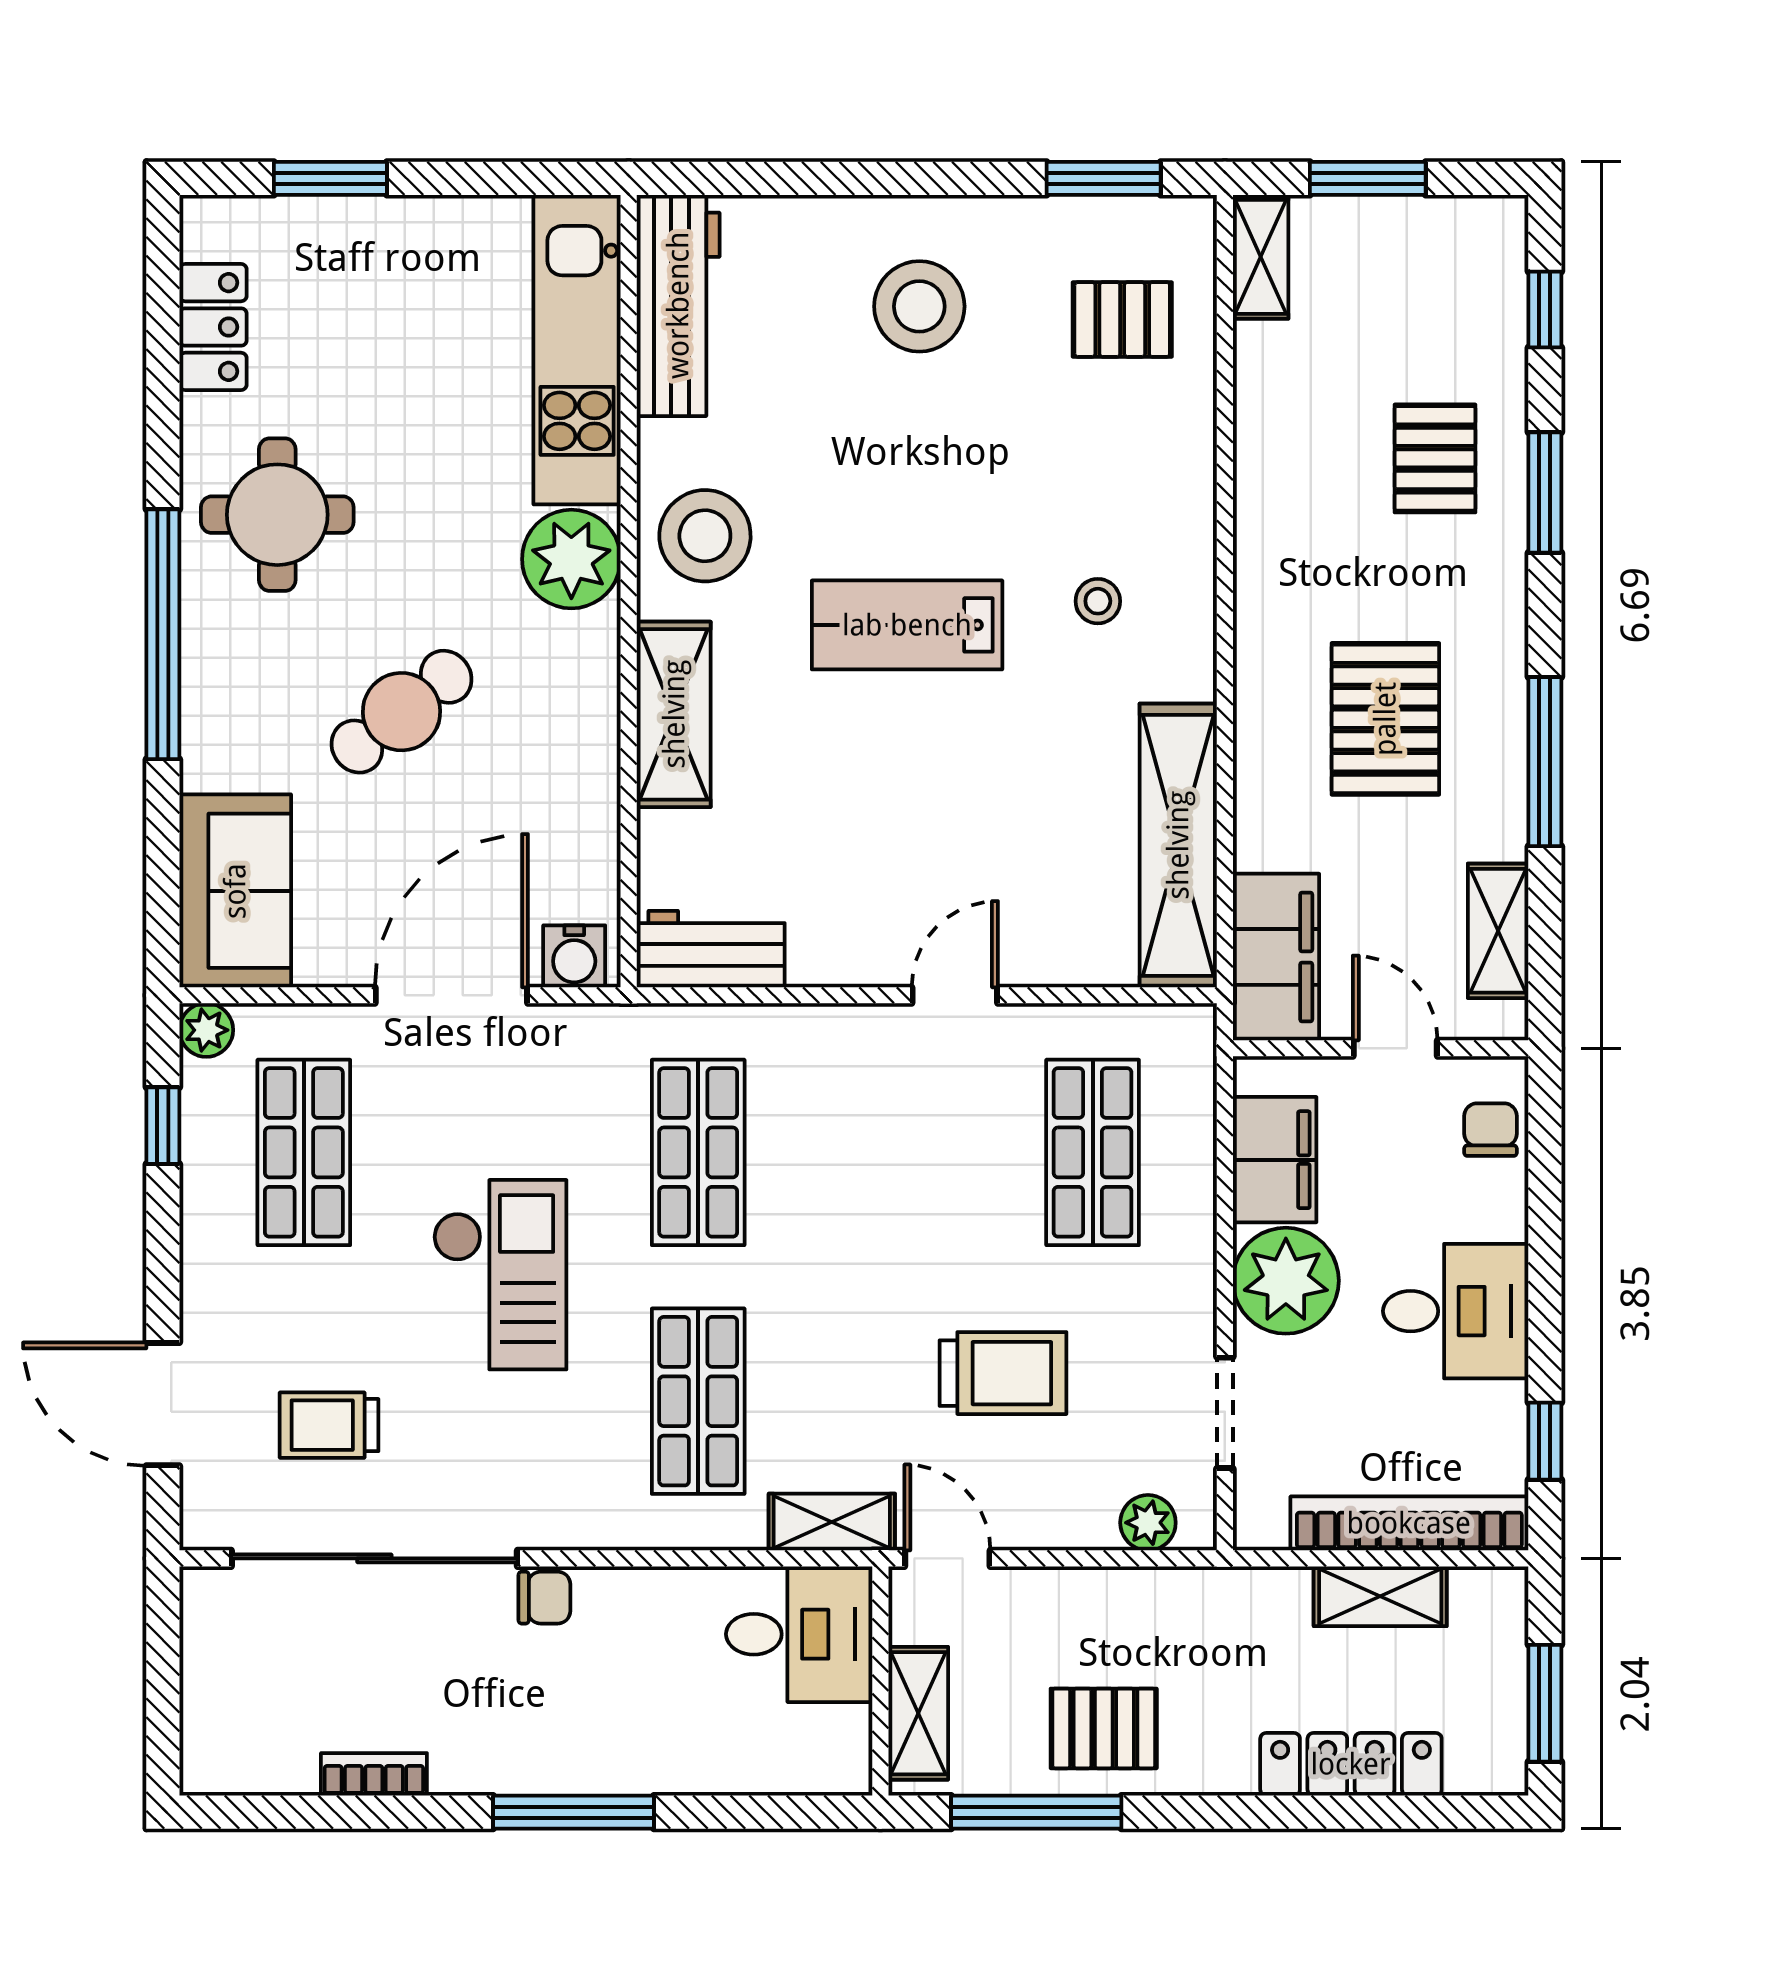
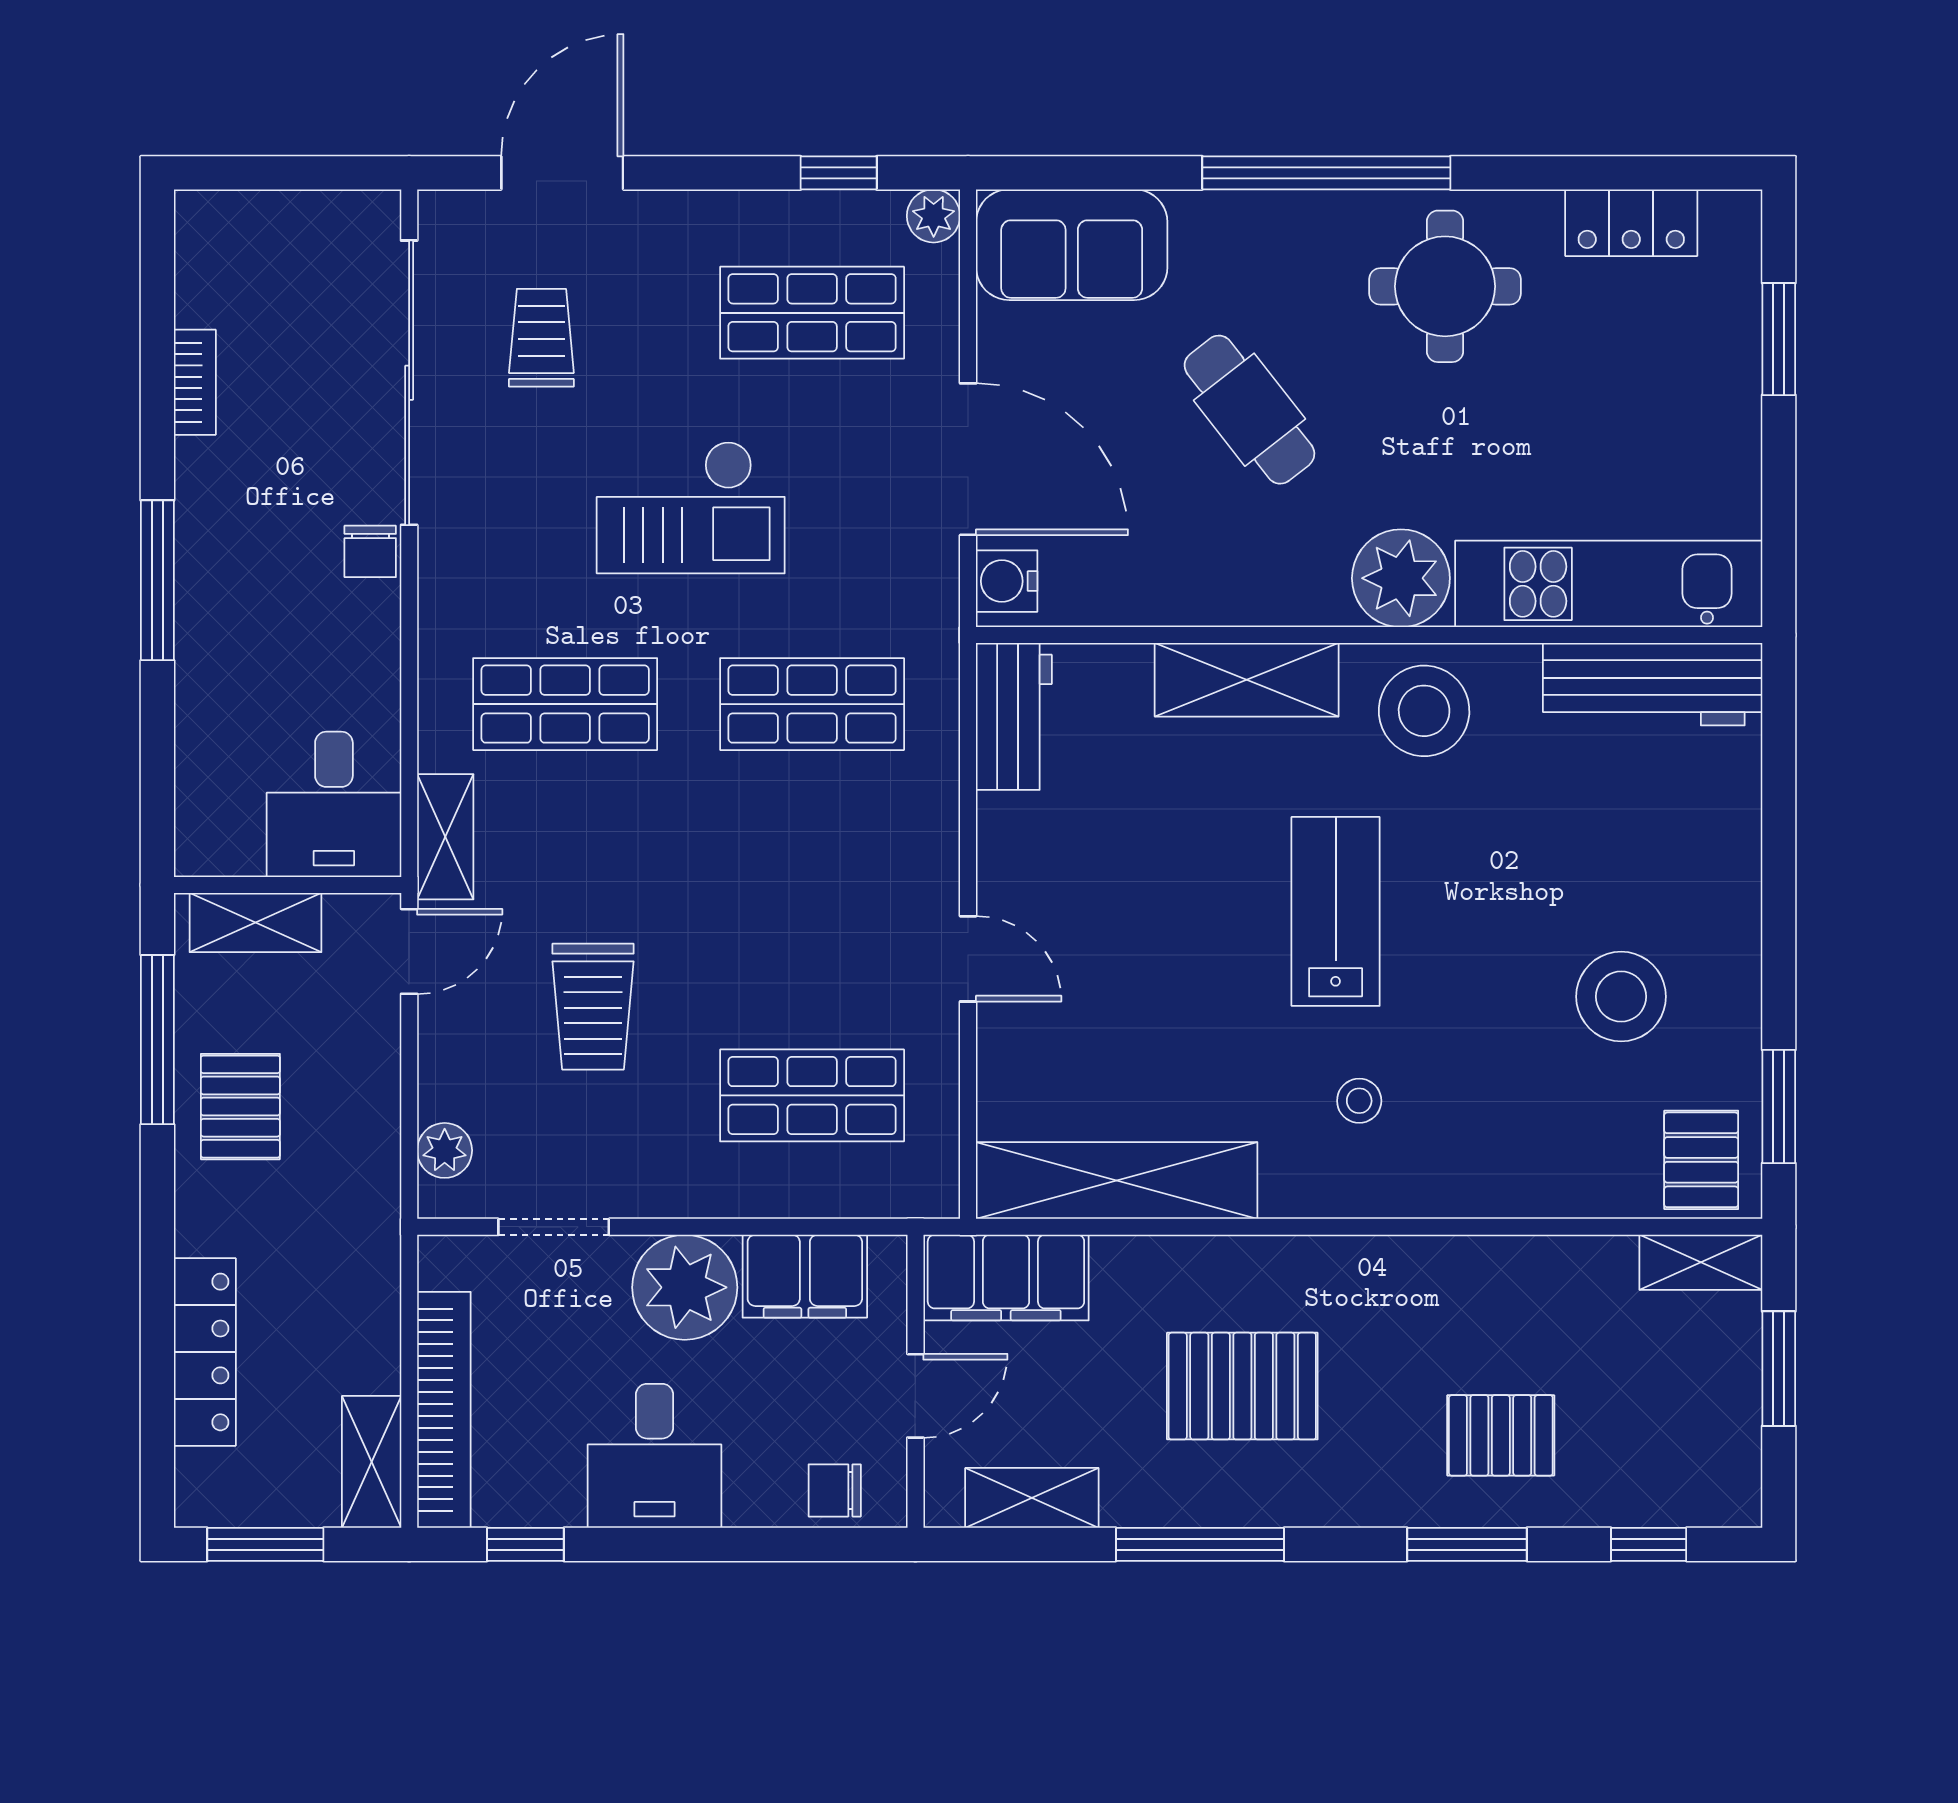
stool: (919, 306) -> (1621, 997), moved
pallet: (1122, 319) -> (1701, 1160), moved
chair: (1491, 1130) -> (835, 1490), turned 180
shelving: (1380, 1596) -> (372, 1462), moved

